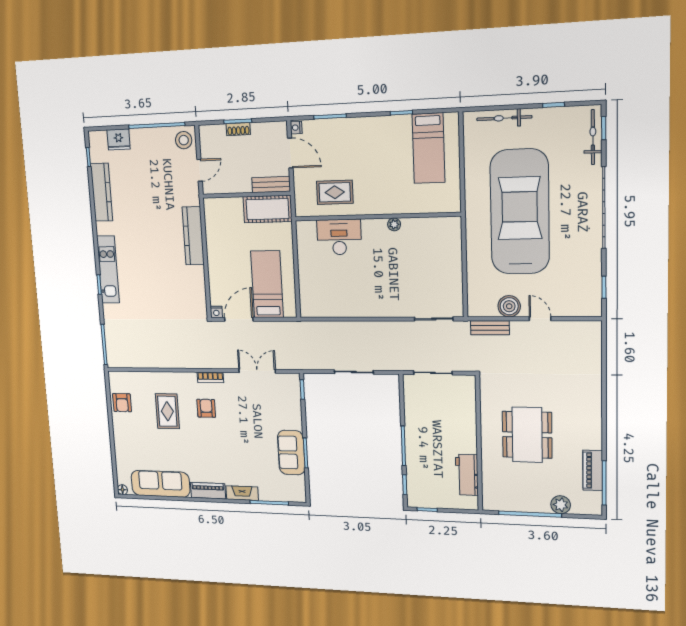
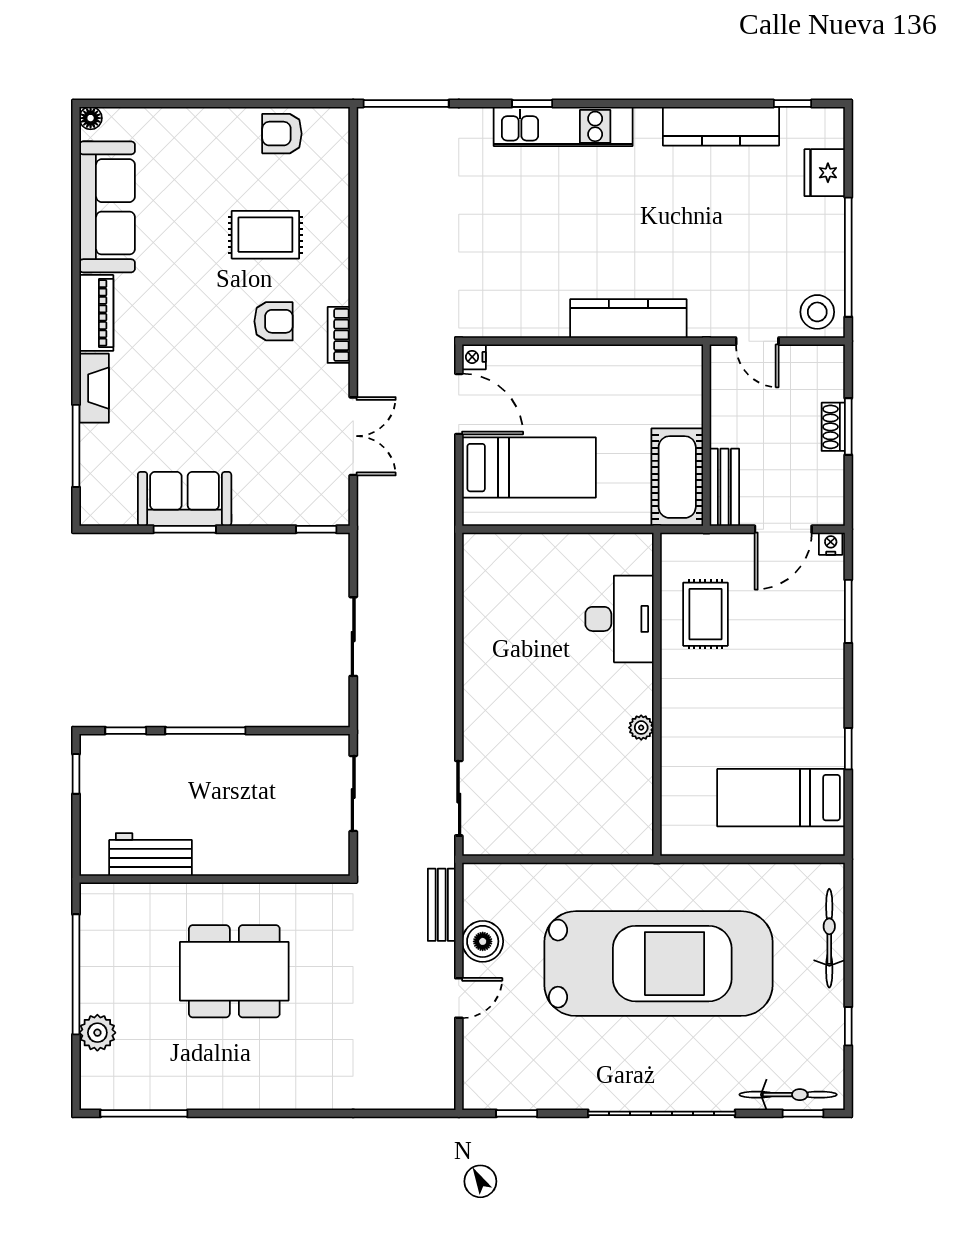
piano: (593, 470) -> (168, 1092), removed

